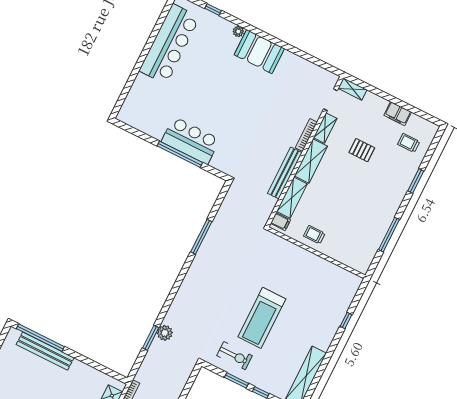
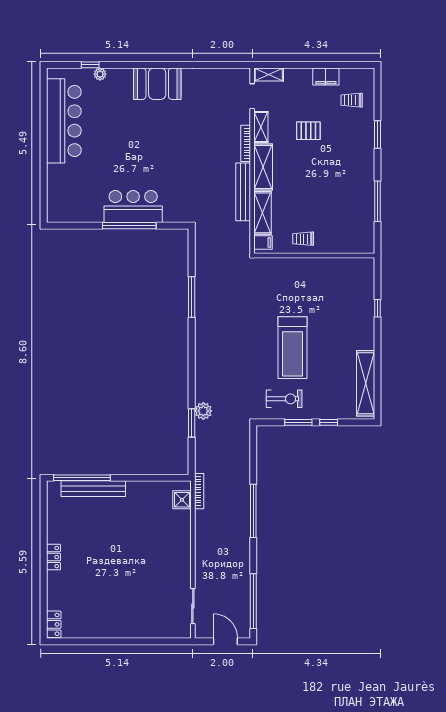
plant: (238, 31) -> (100, 74), moved

